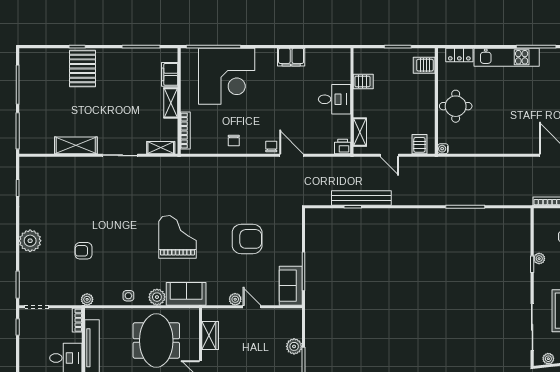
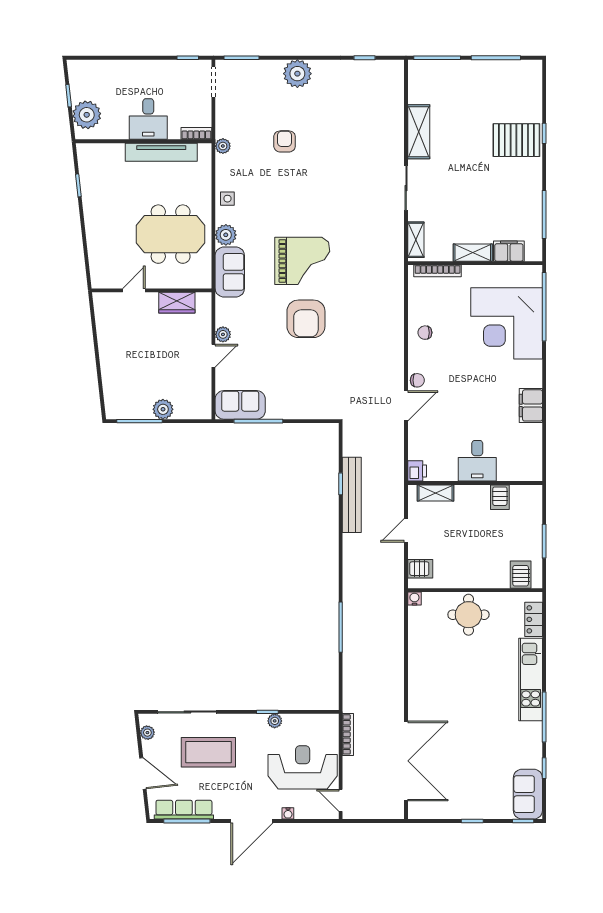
armchair: (247, 239) -> (306, 319), moved

